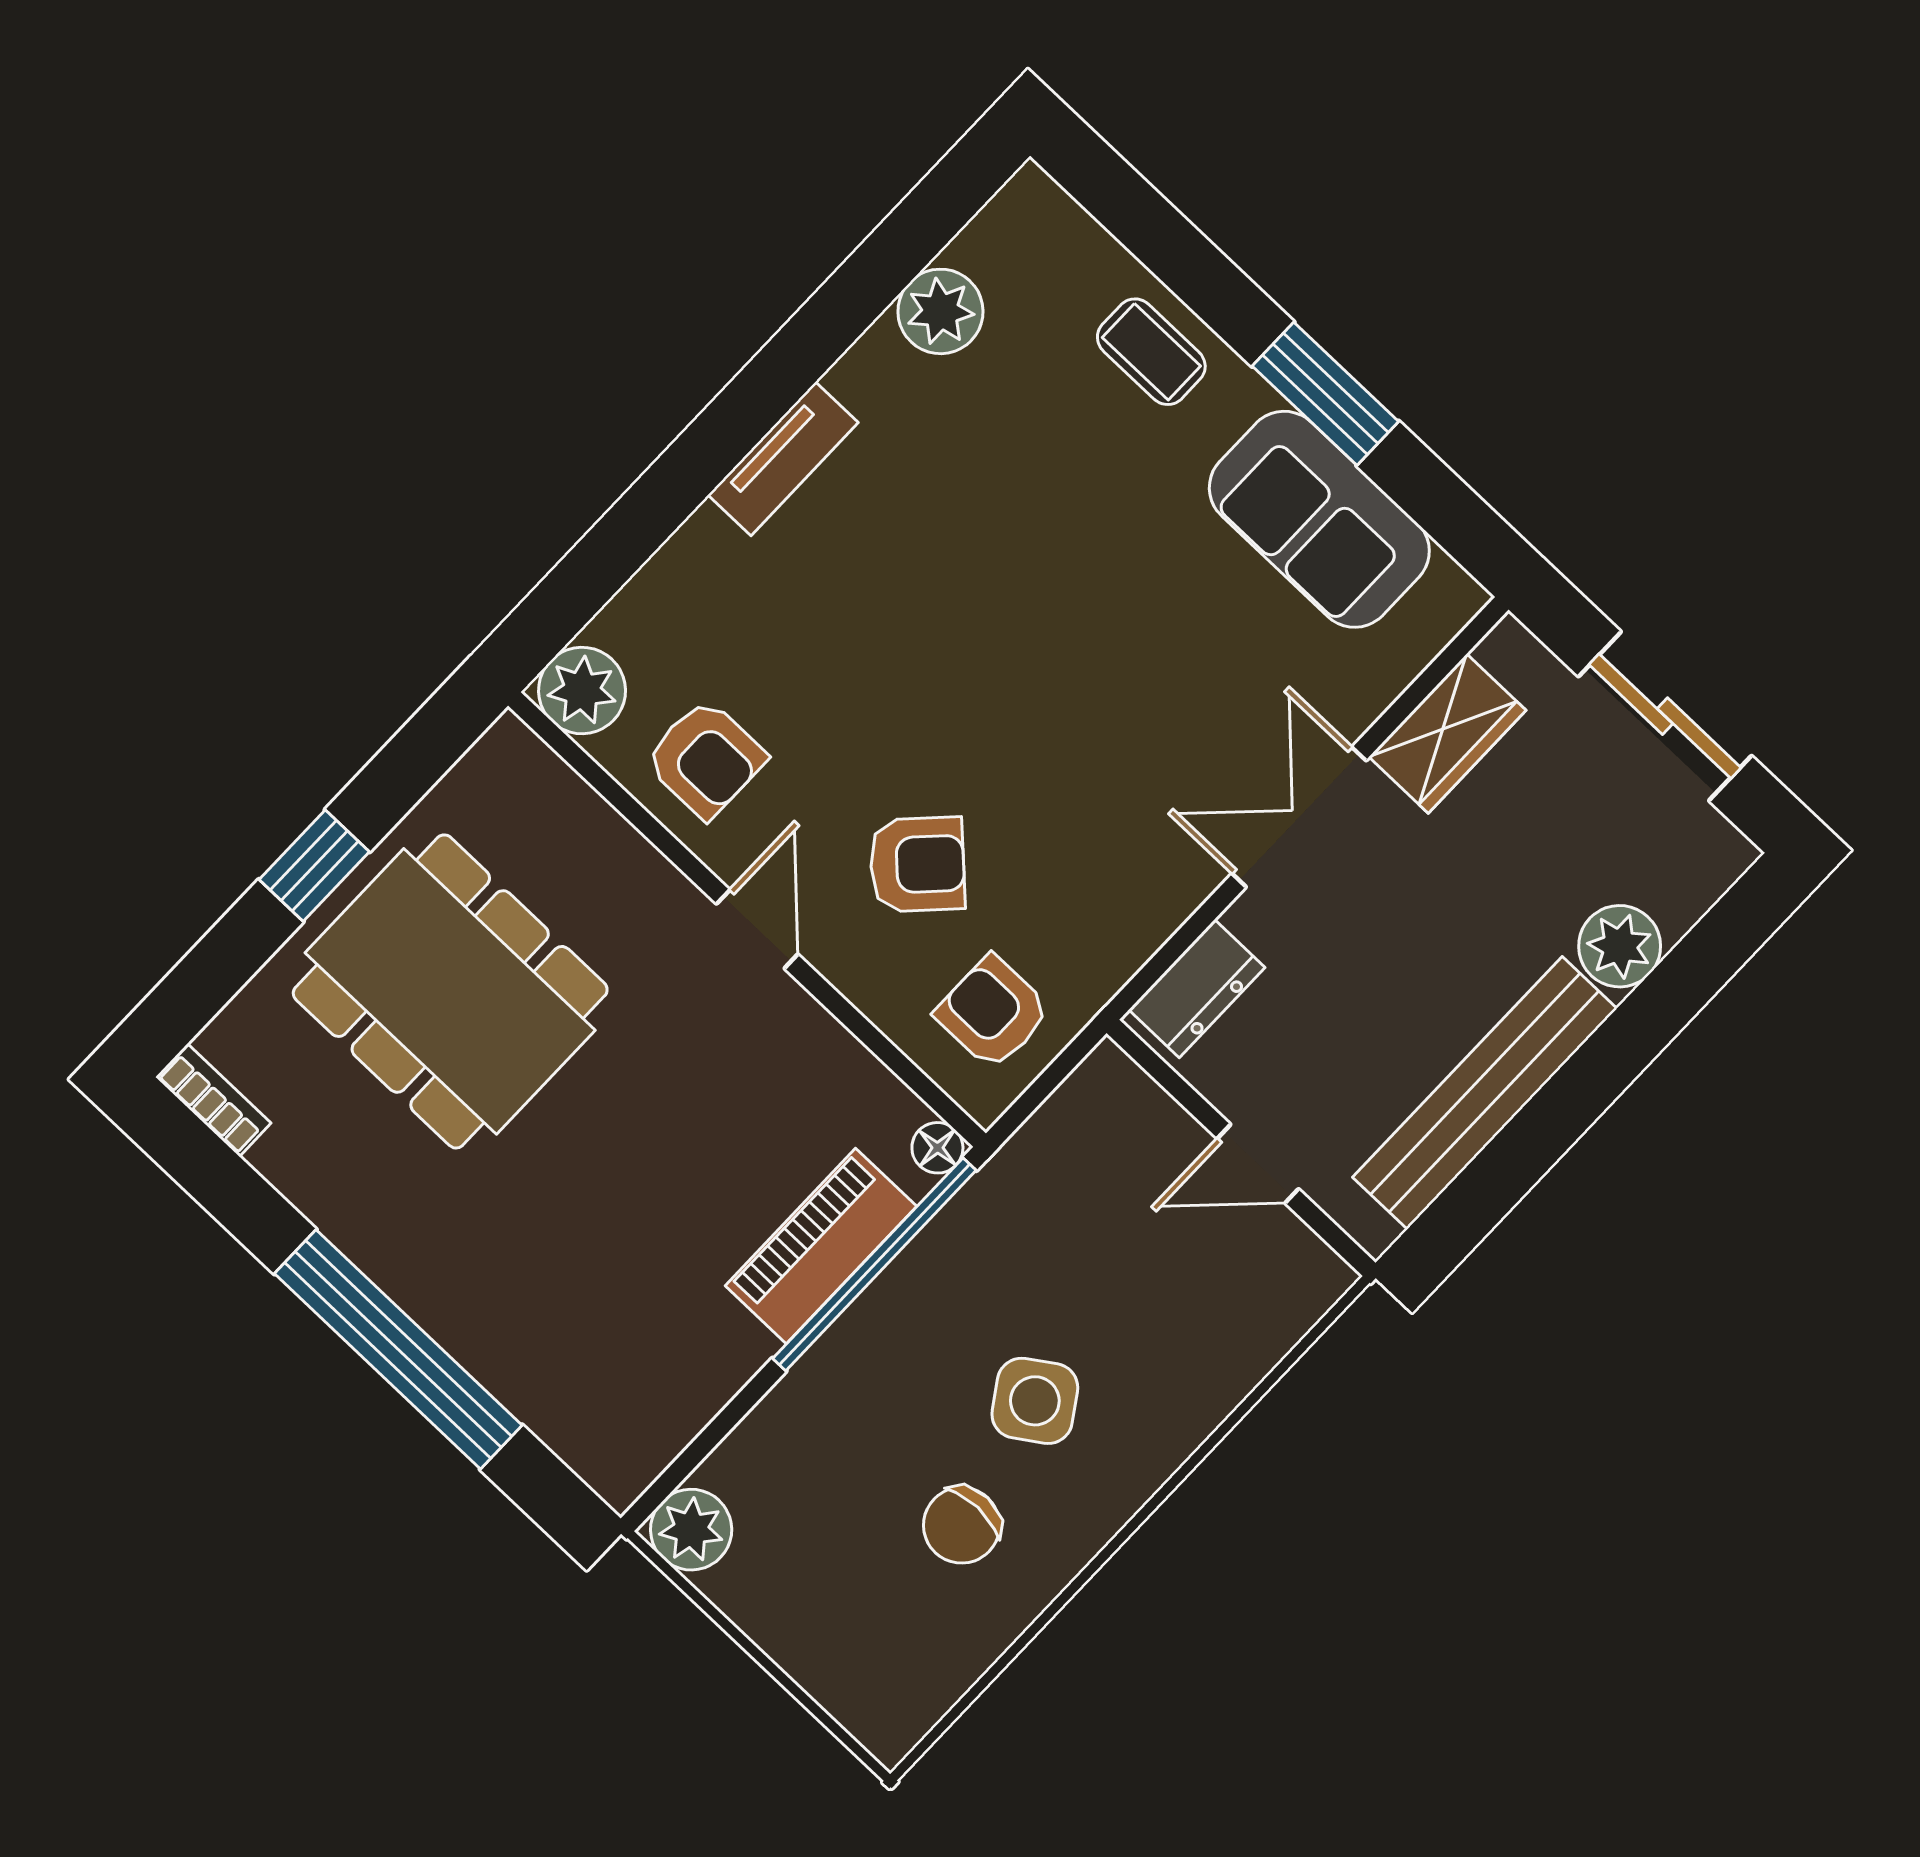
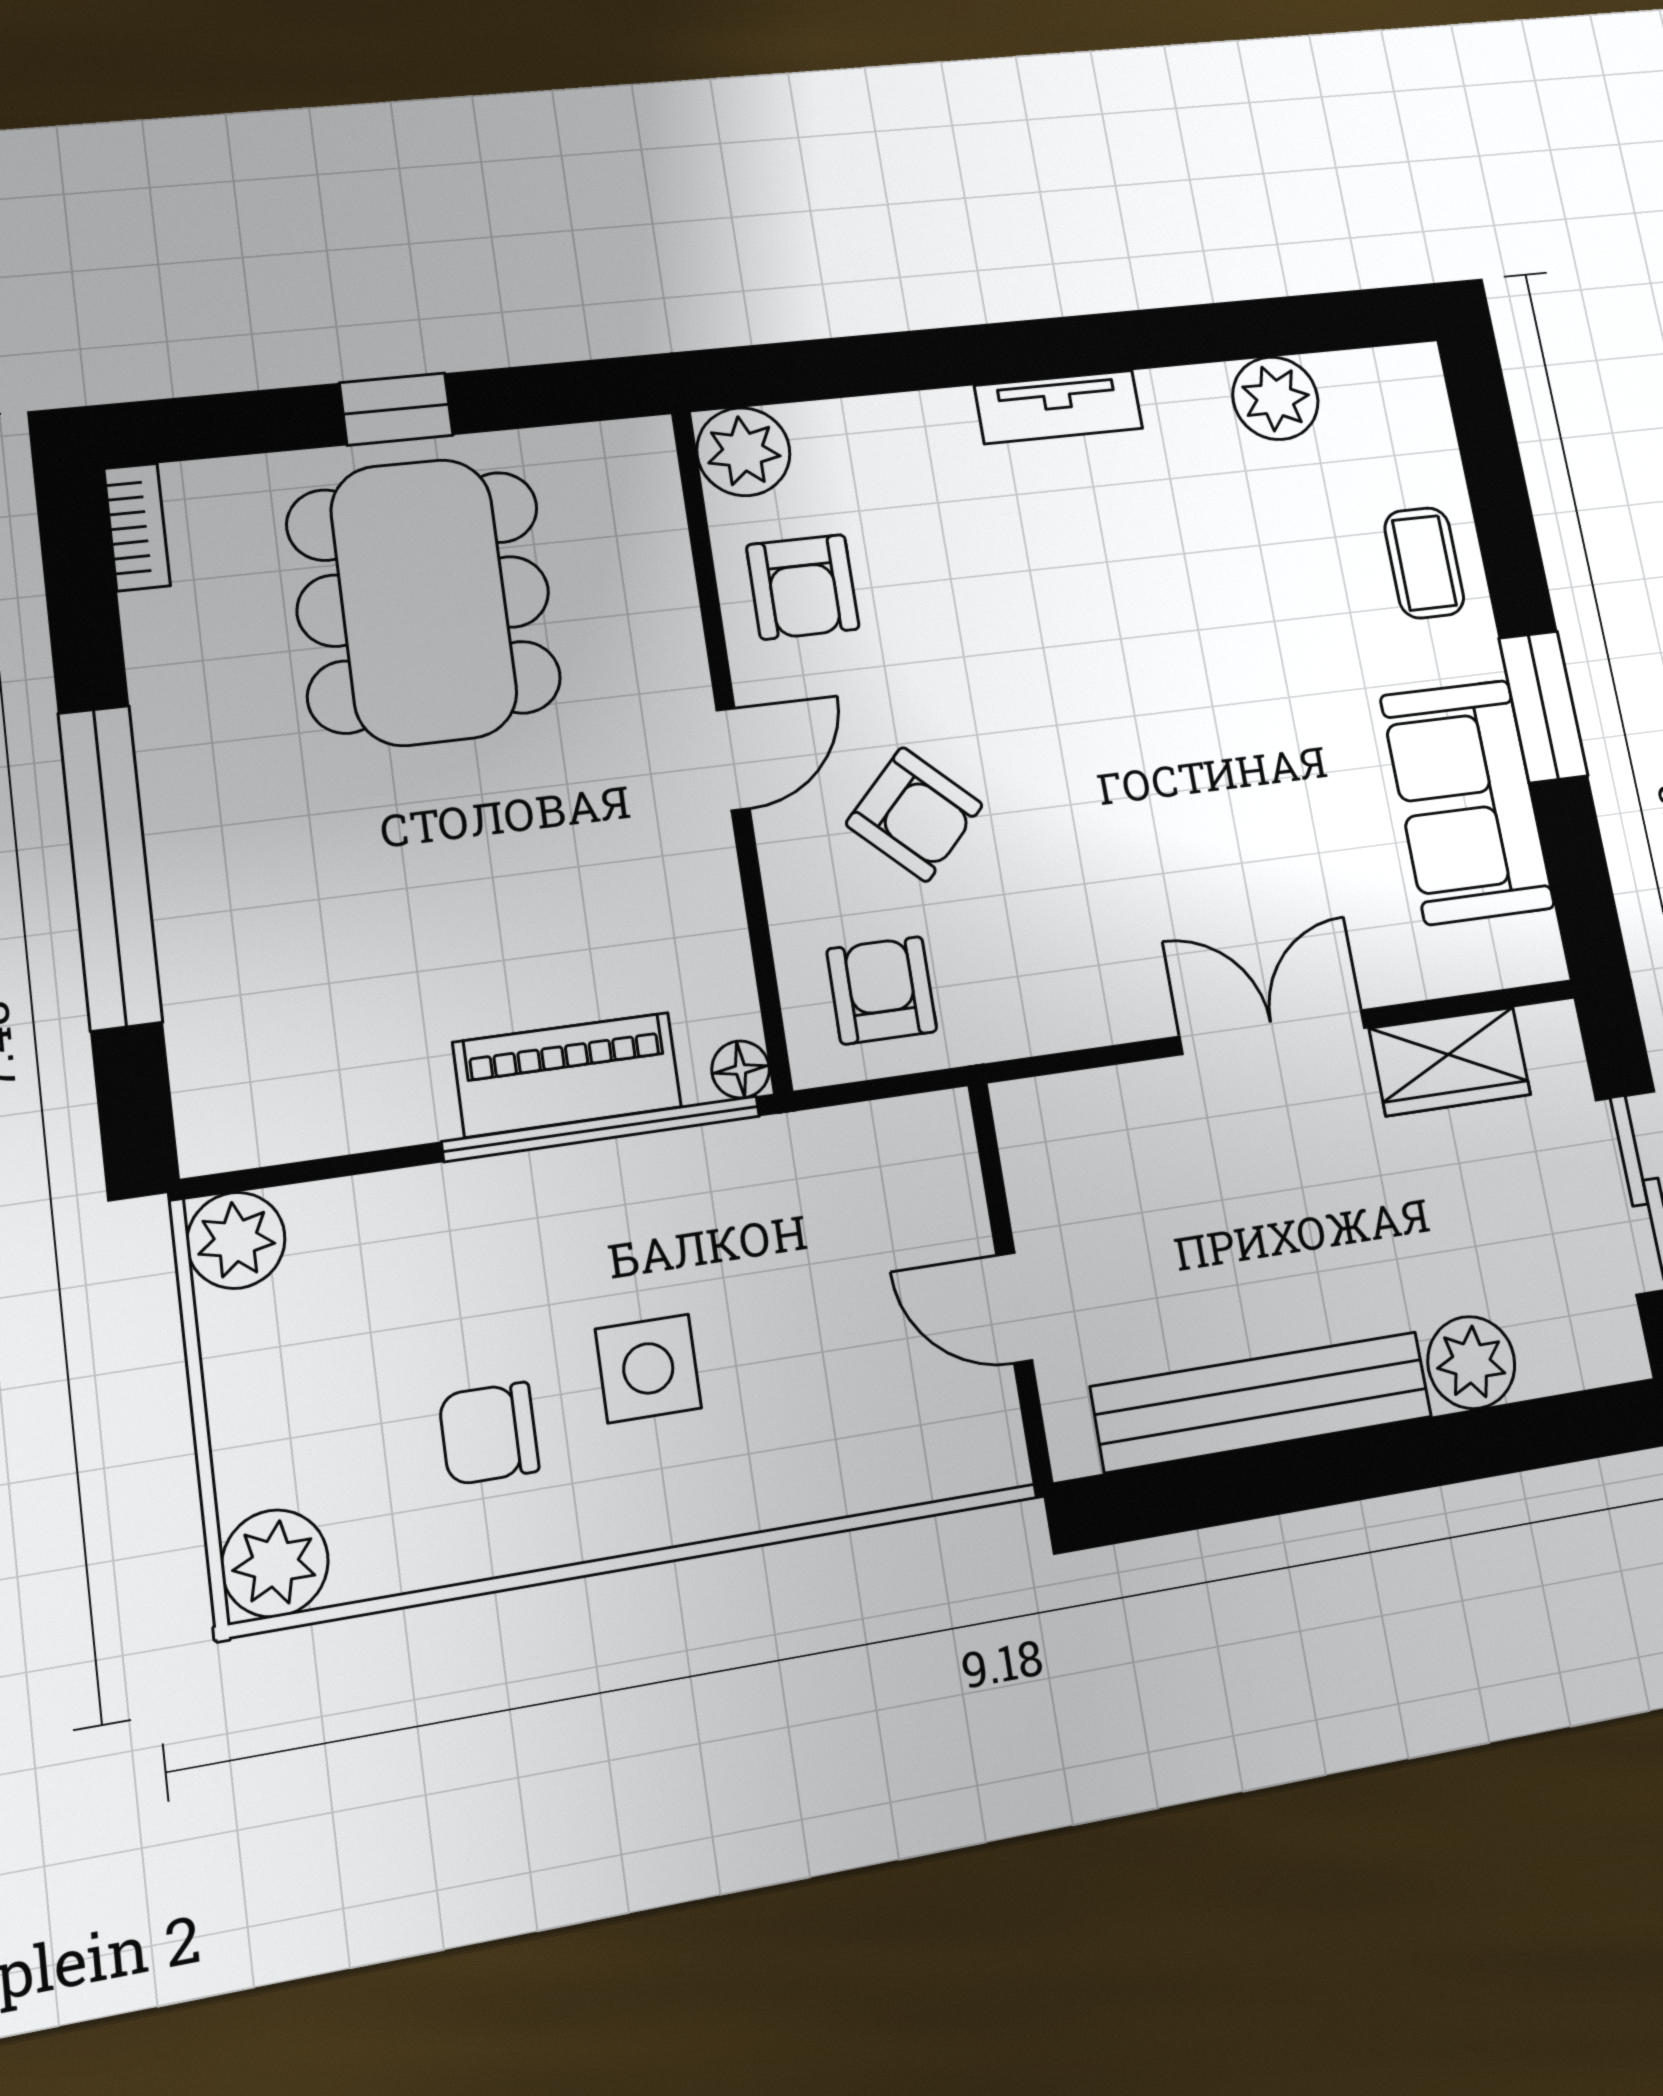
dresser: (1197, 989) -> (1076, 1110), removed
side table: (1035, 1401) -> (648, 1368), turned 34
plant: (889, 1713) -> (275, 1563), added

